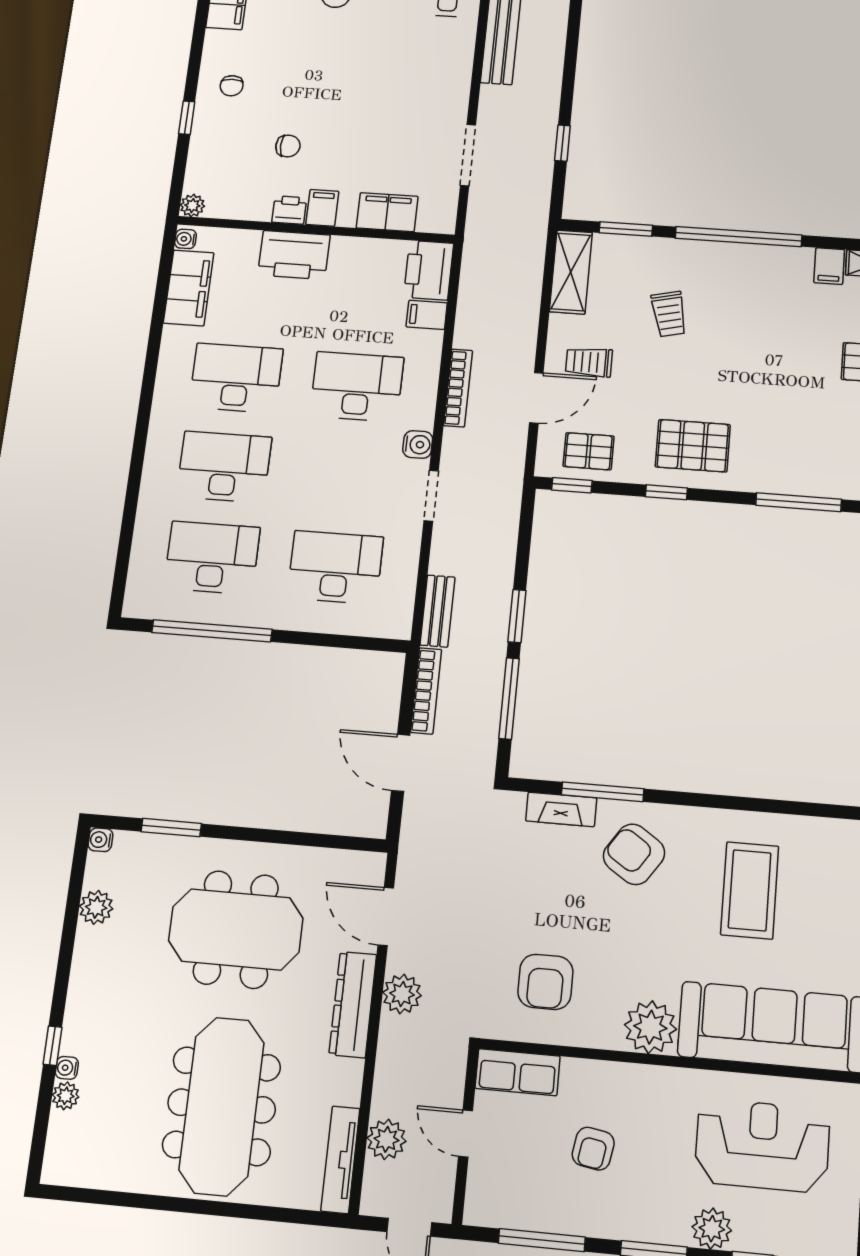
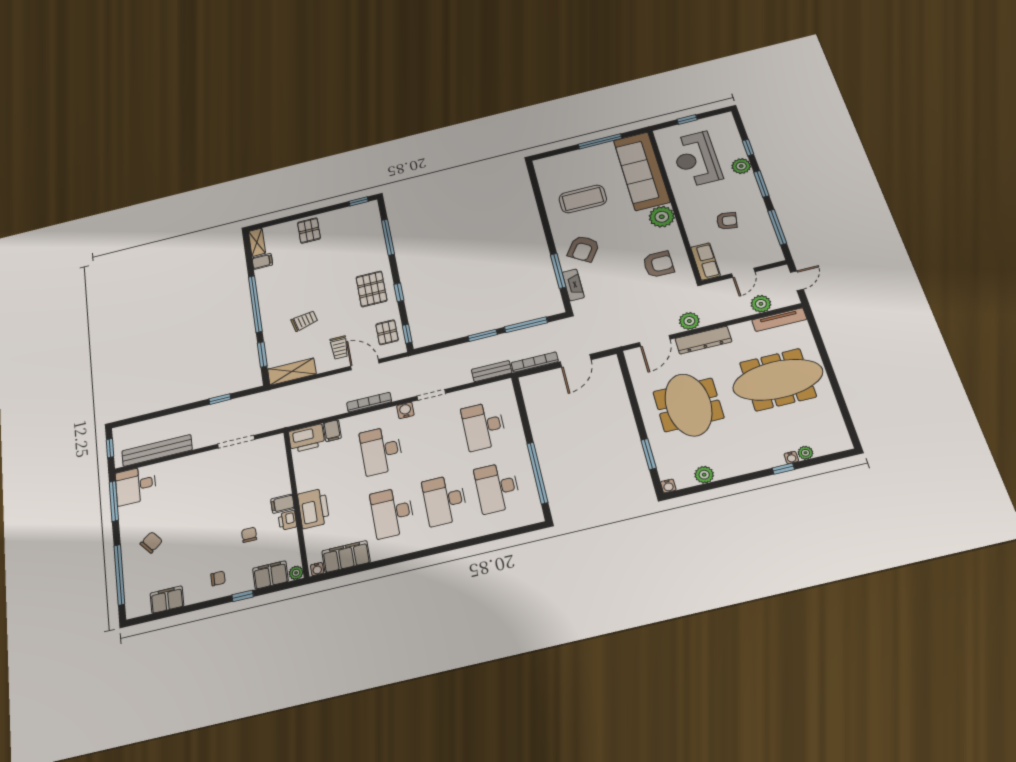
filing cabinet: (387, 212) -> (270, 575), moved, turned 90

